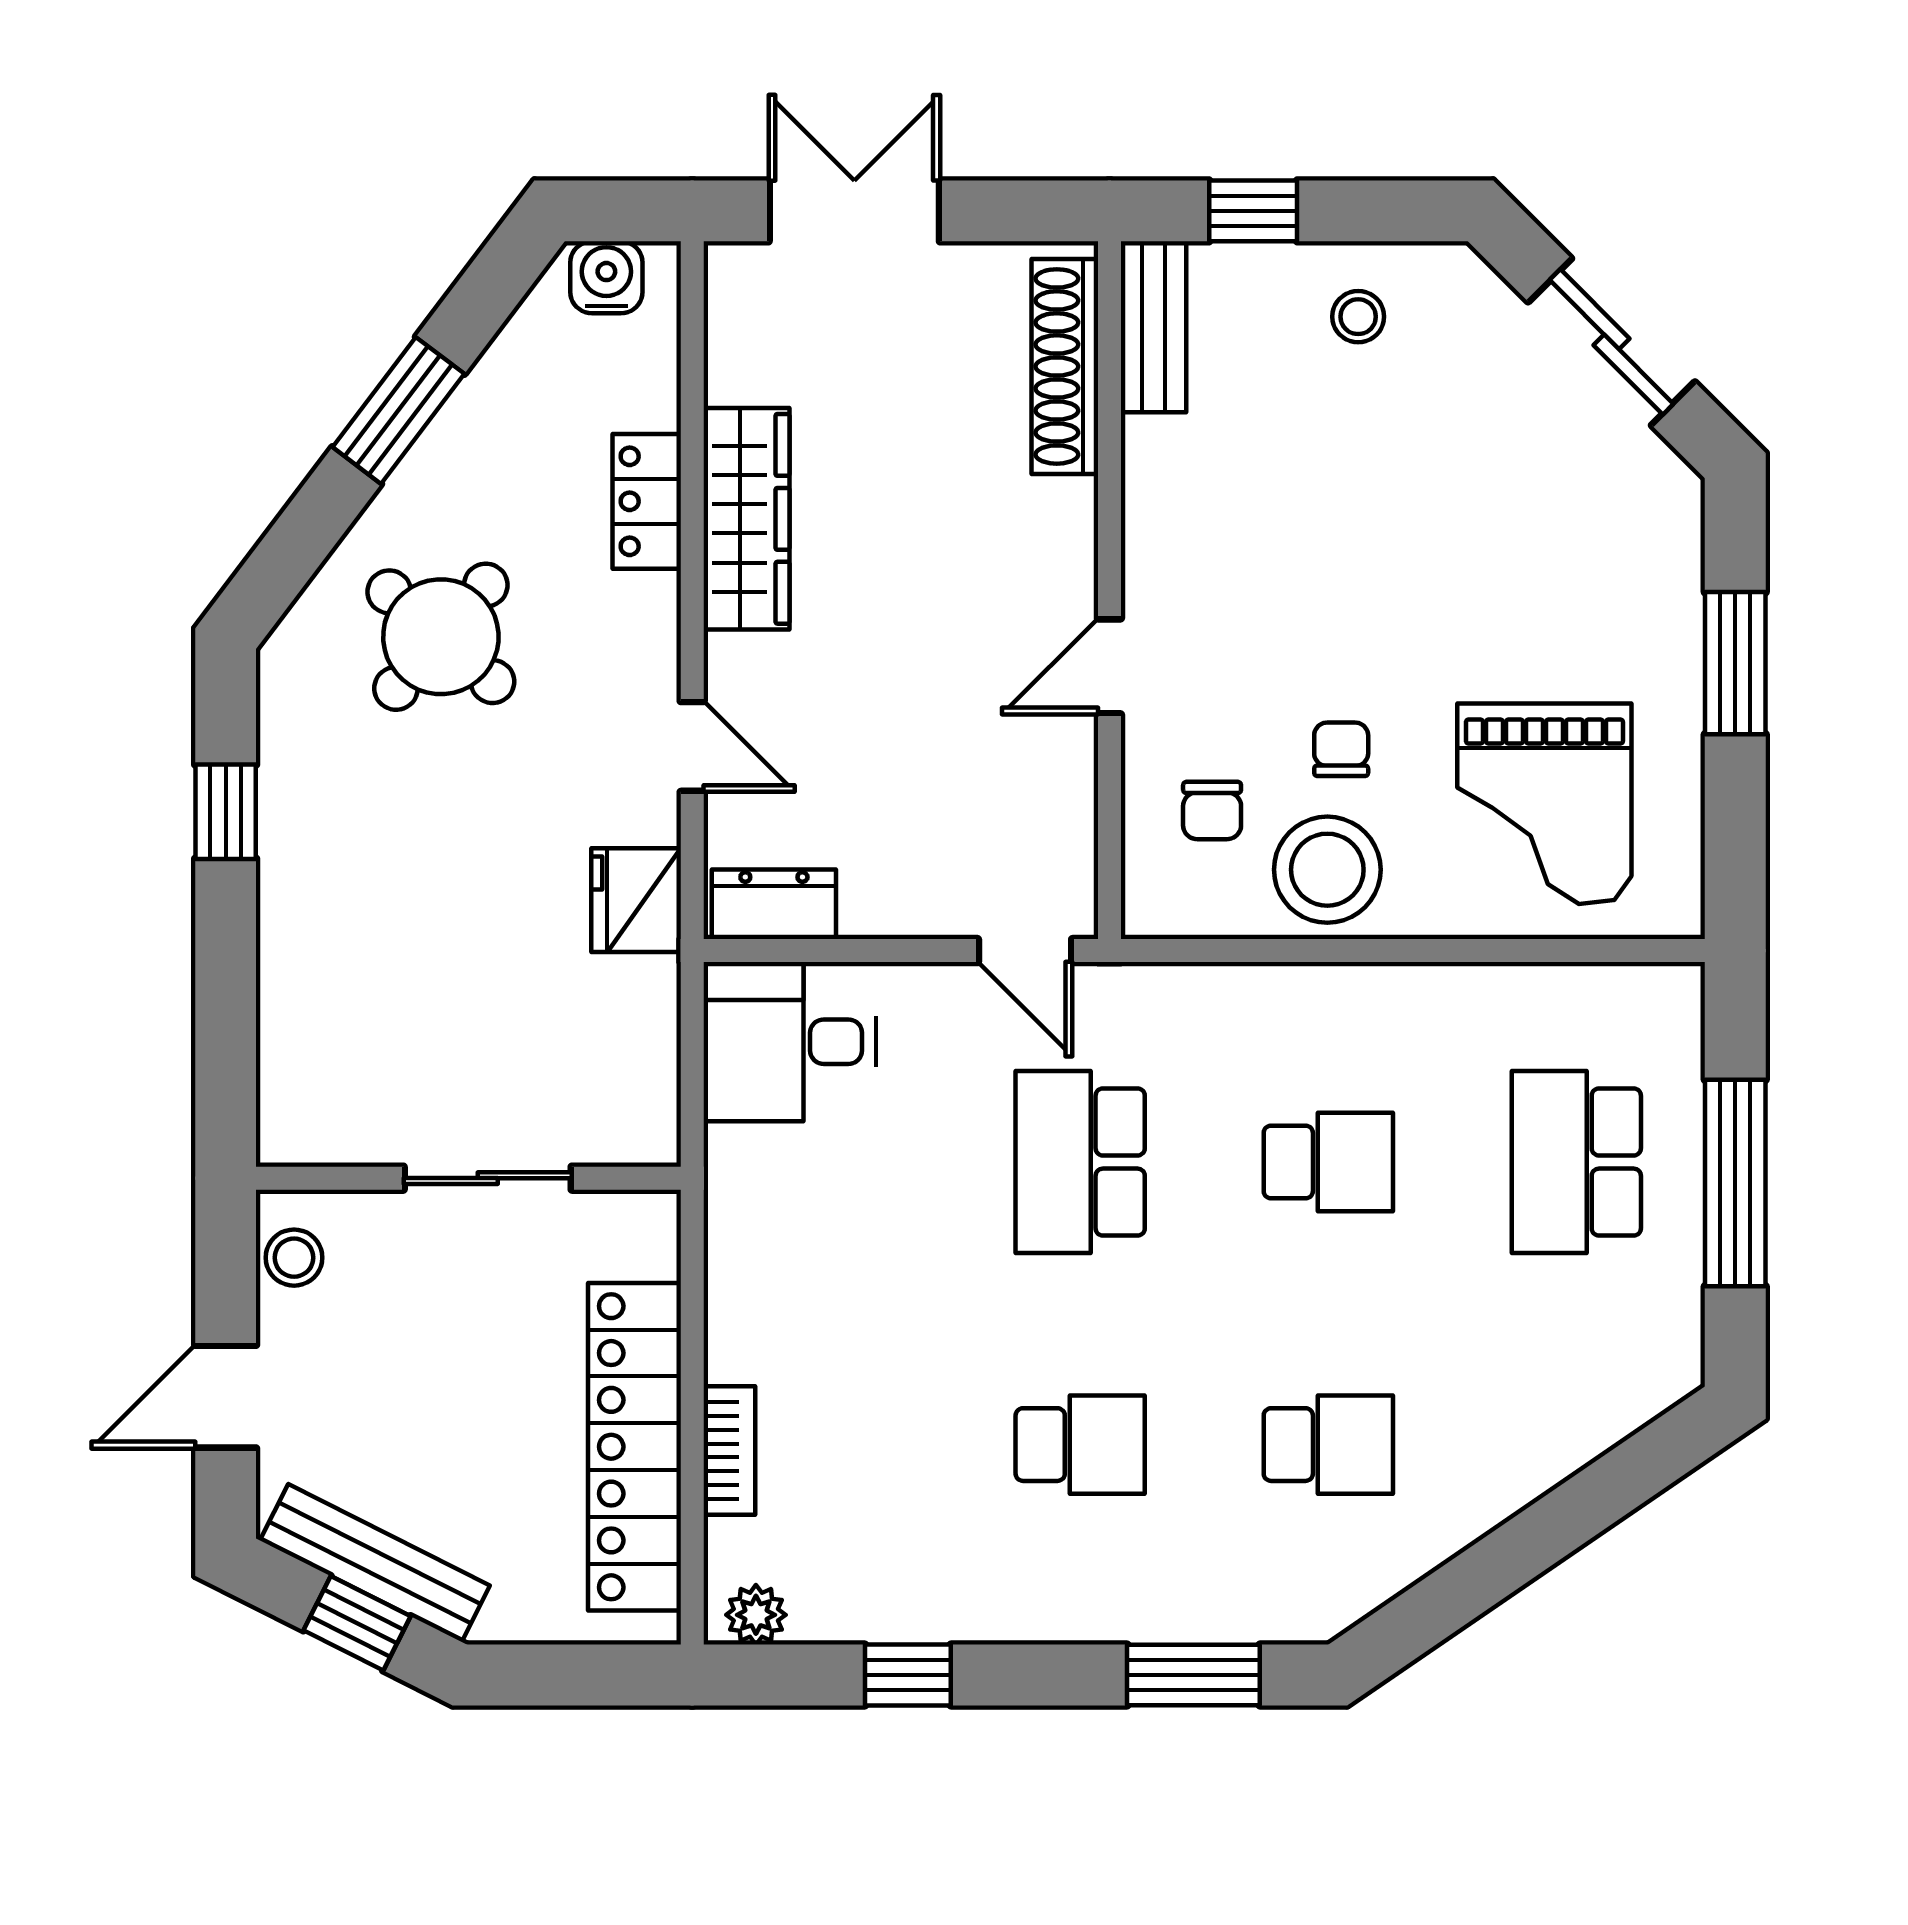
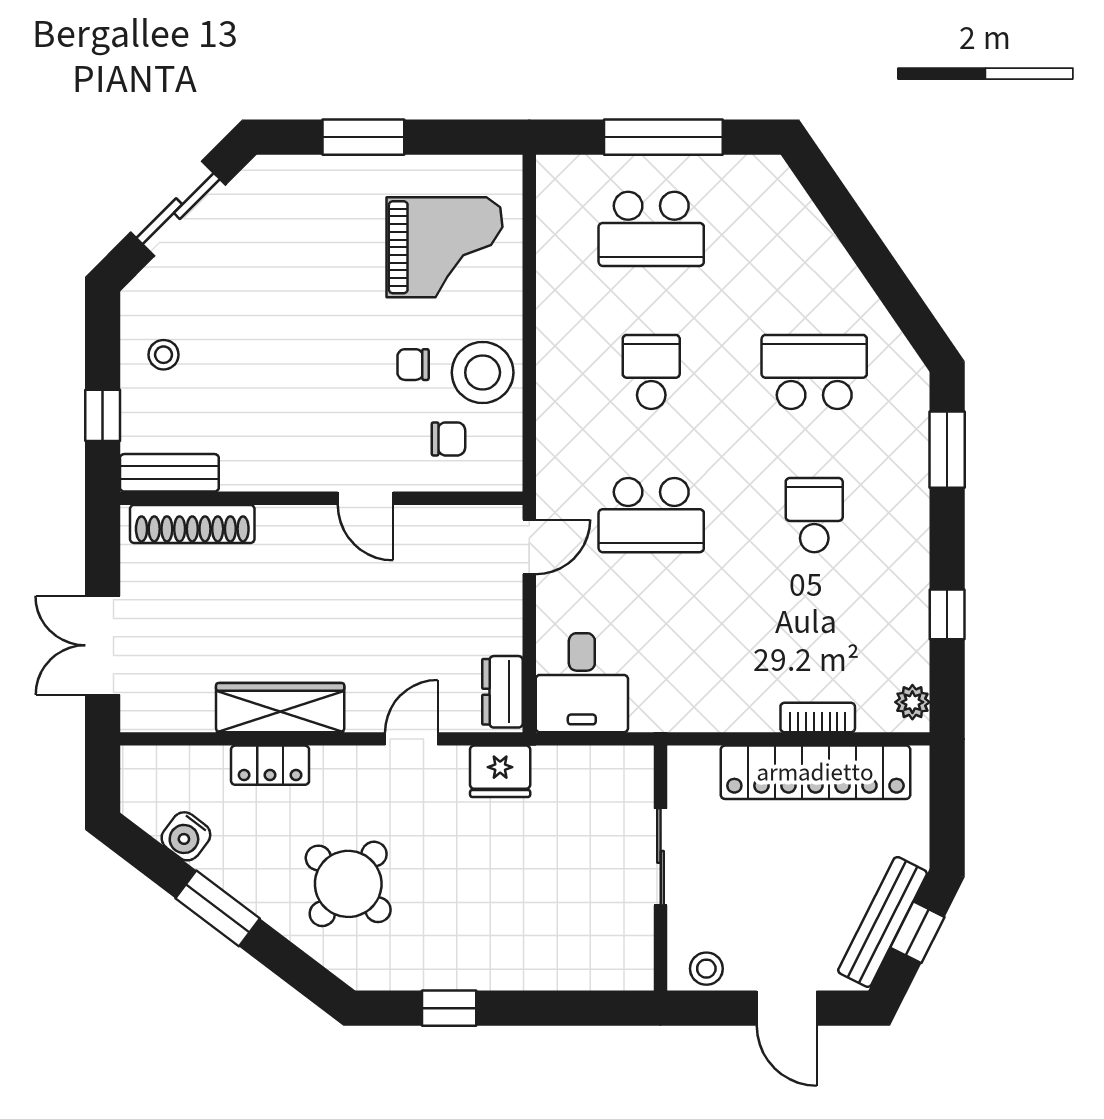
water cooler: (606, 277) -> (186, 836), moved, turned -53
school desk: (1328, 1445) -> (814, 372), width x1.85

